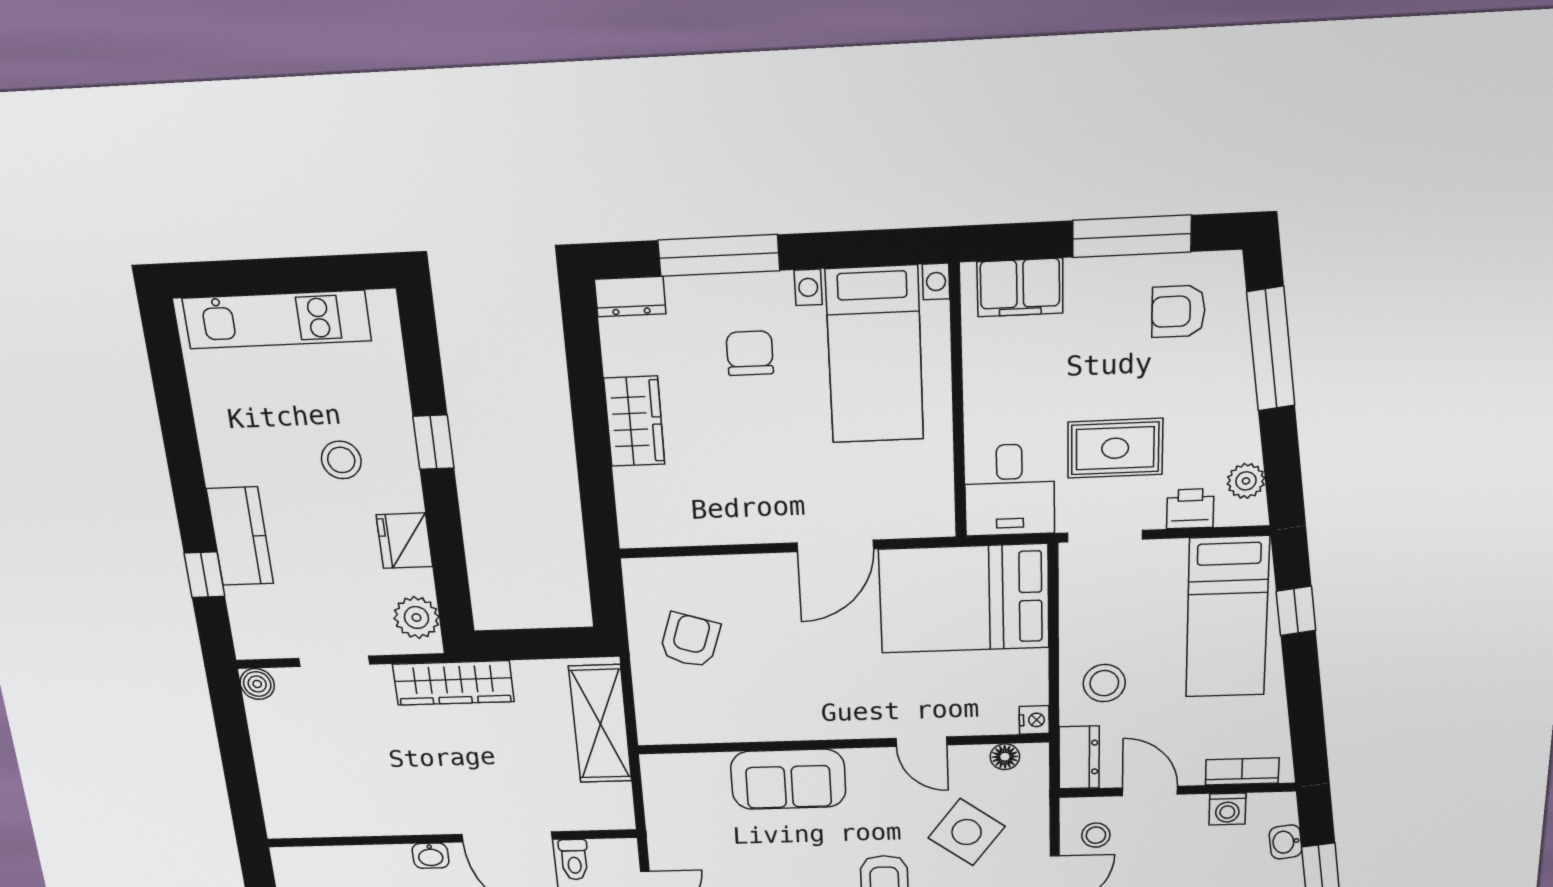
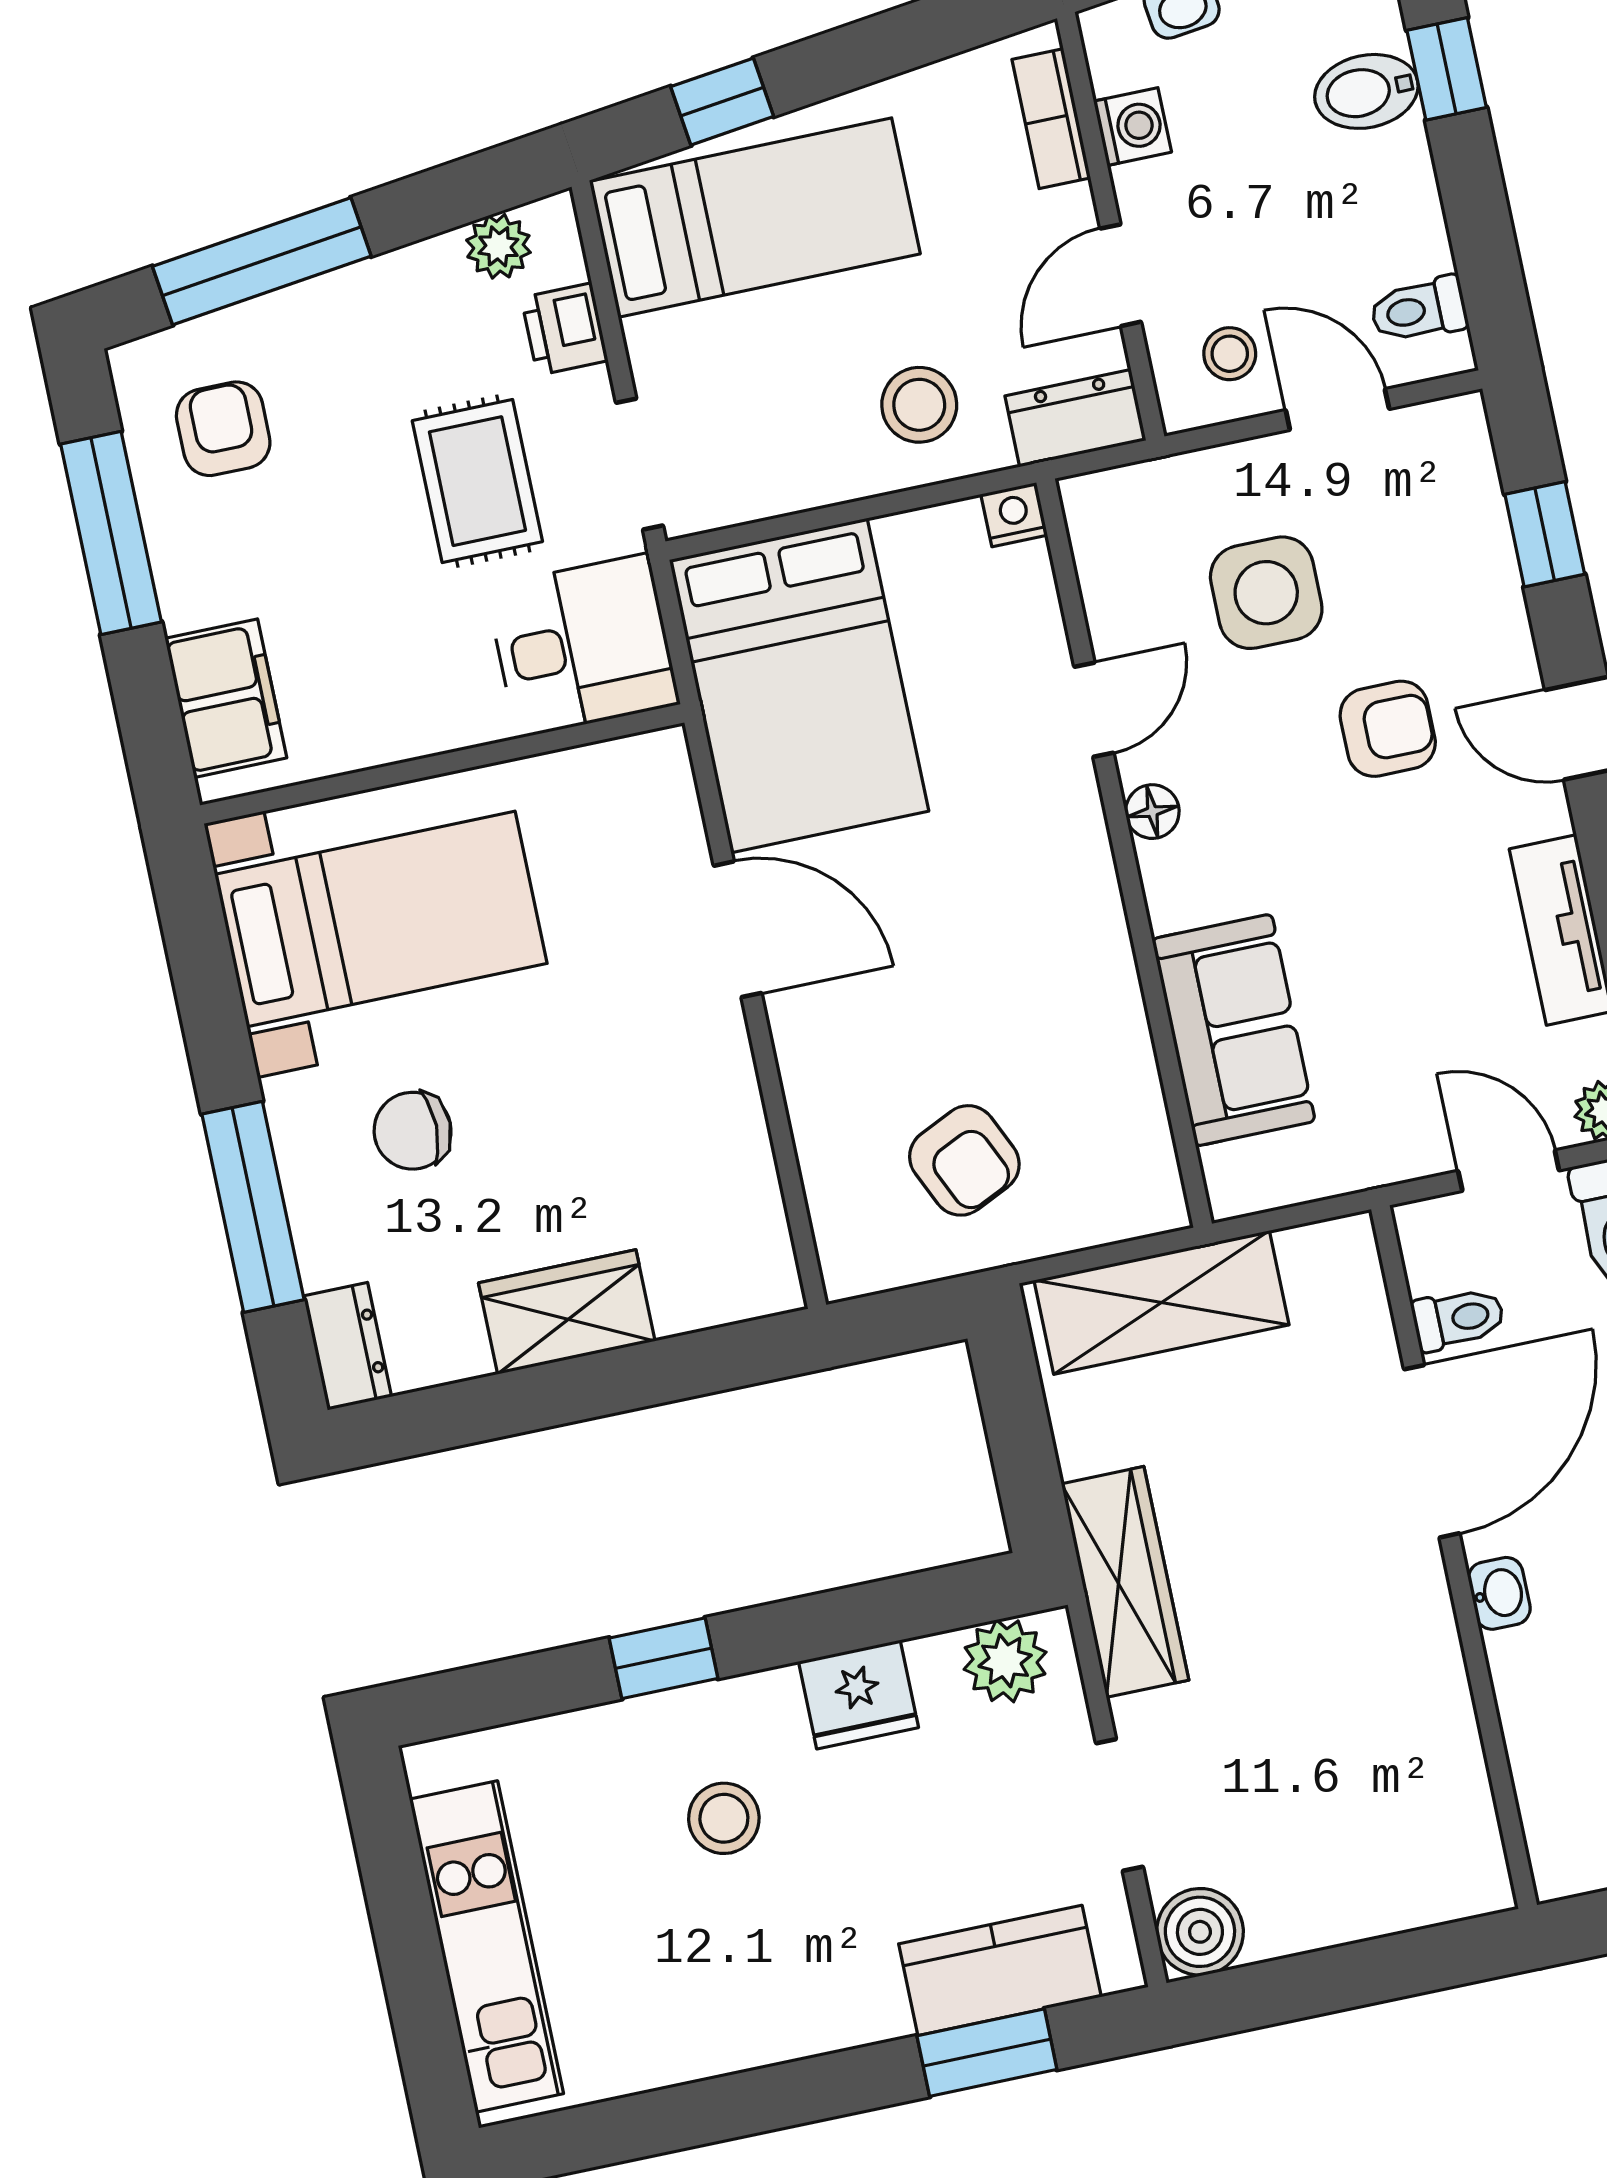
armchair: (1178, 311) -> (223, 429), turned 180
kitchen counter: (240, 536) -> (1000, 1970), moved
window: (205, 575) -> (987, 2053), width x1.50
armchair: (690, 640) -> (964, 1160), turned -133
boiler: (257, 684) -> (1200, 1932), width x1.36, depth x1.36
floor lamp: (1005, 757) -> (1152, 812), moved
sofa: (788, 779) -> (1234, 1030), moved
side table: (967, 832) -> (1266, 593), turned -37

